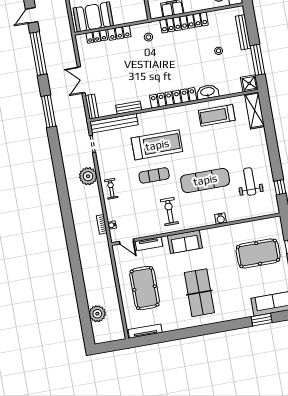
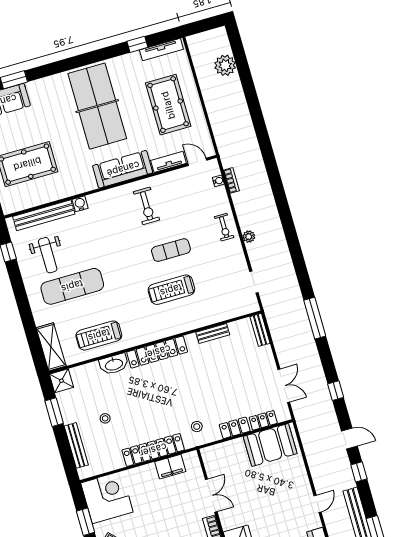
door: (32, 15) -> (349, 439), hinge flipped
window: (38, 54) -> (336, 391), width x0.32
window: (257, 60) -> (54, 412), width x0.69
double door: (81, 80) -> (284, 386), moved
treadmill: (217, 115) -> (99, 335), turned 180
bench: (114, 123) -> (44, 215), moved
treadmill: (157, 145) -> (171, 290), width x0.73, depth x0.73
plant: (88, 176) -> (249, 237), width x0.53, depth x0.53
exercise mat: (205, 180) -> (72, 286), moved
sofa: (185, 242) -> (123, 169), width x1.36
table tennis table: (199, 293) -> (97, 106), width x1.36, depth x1.32
window: (163, 337) -> (137, 44), added

